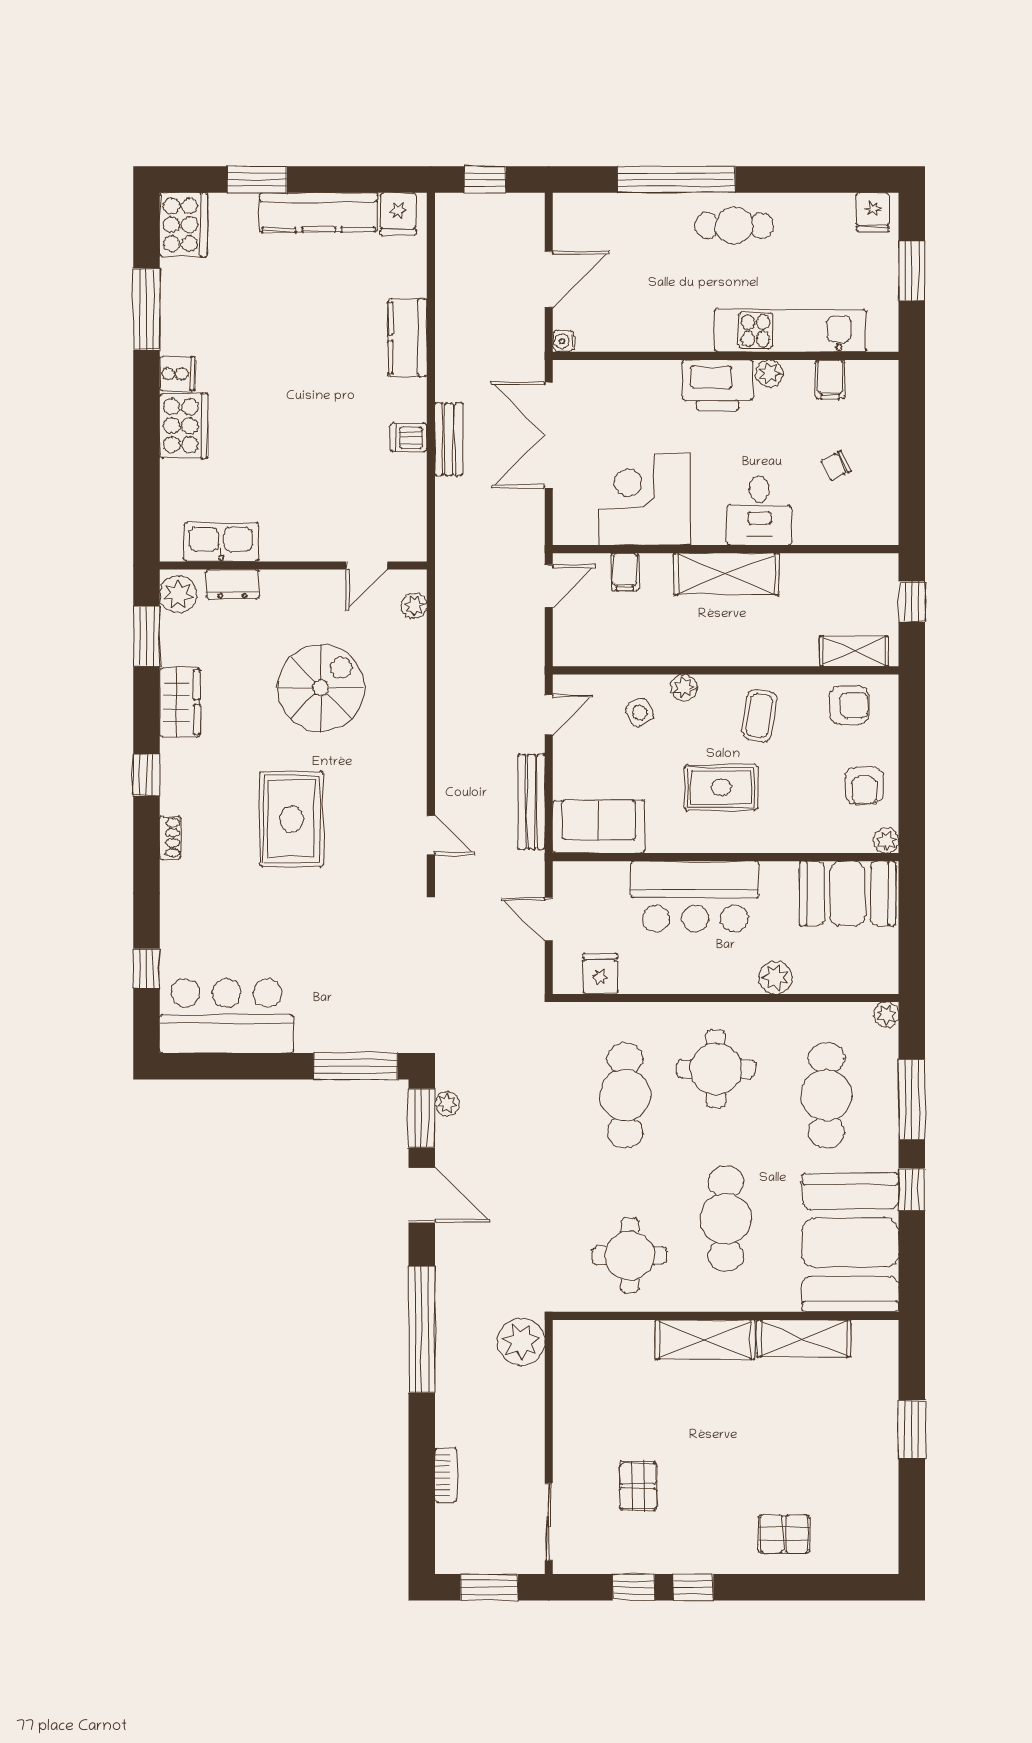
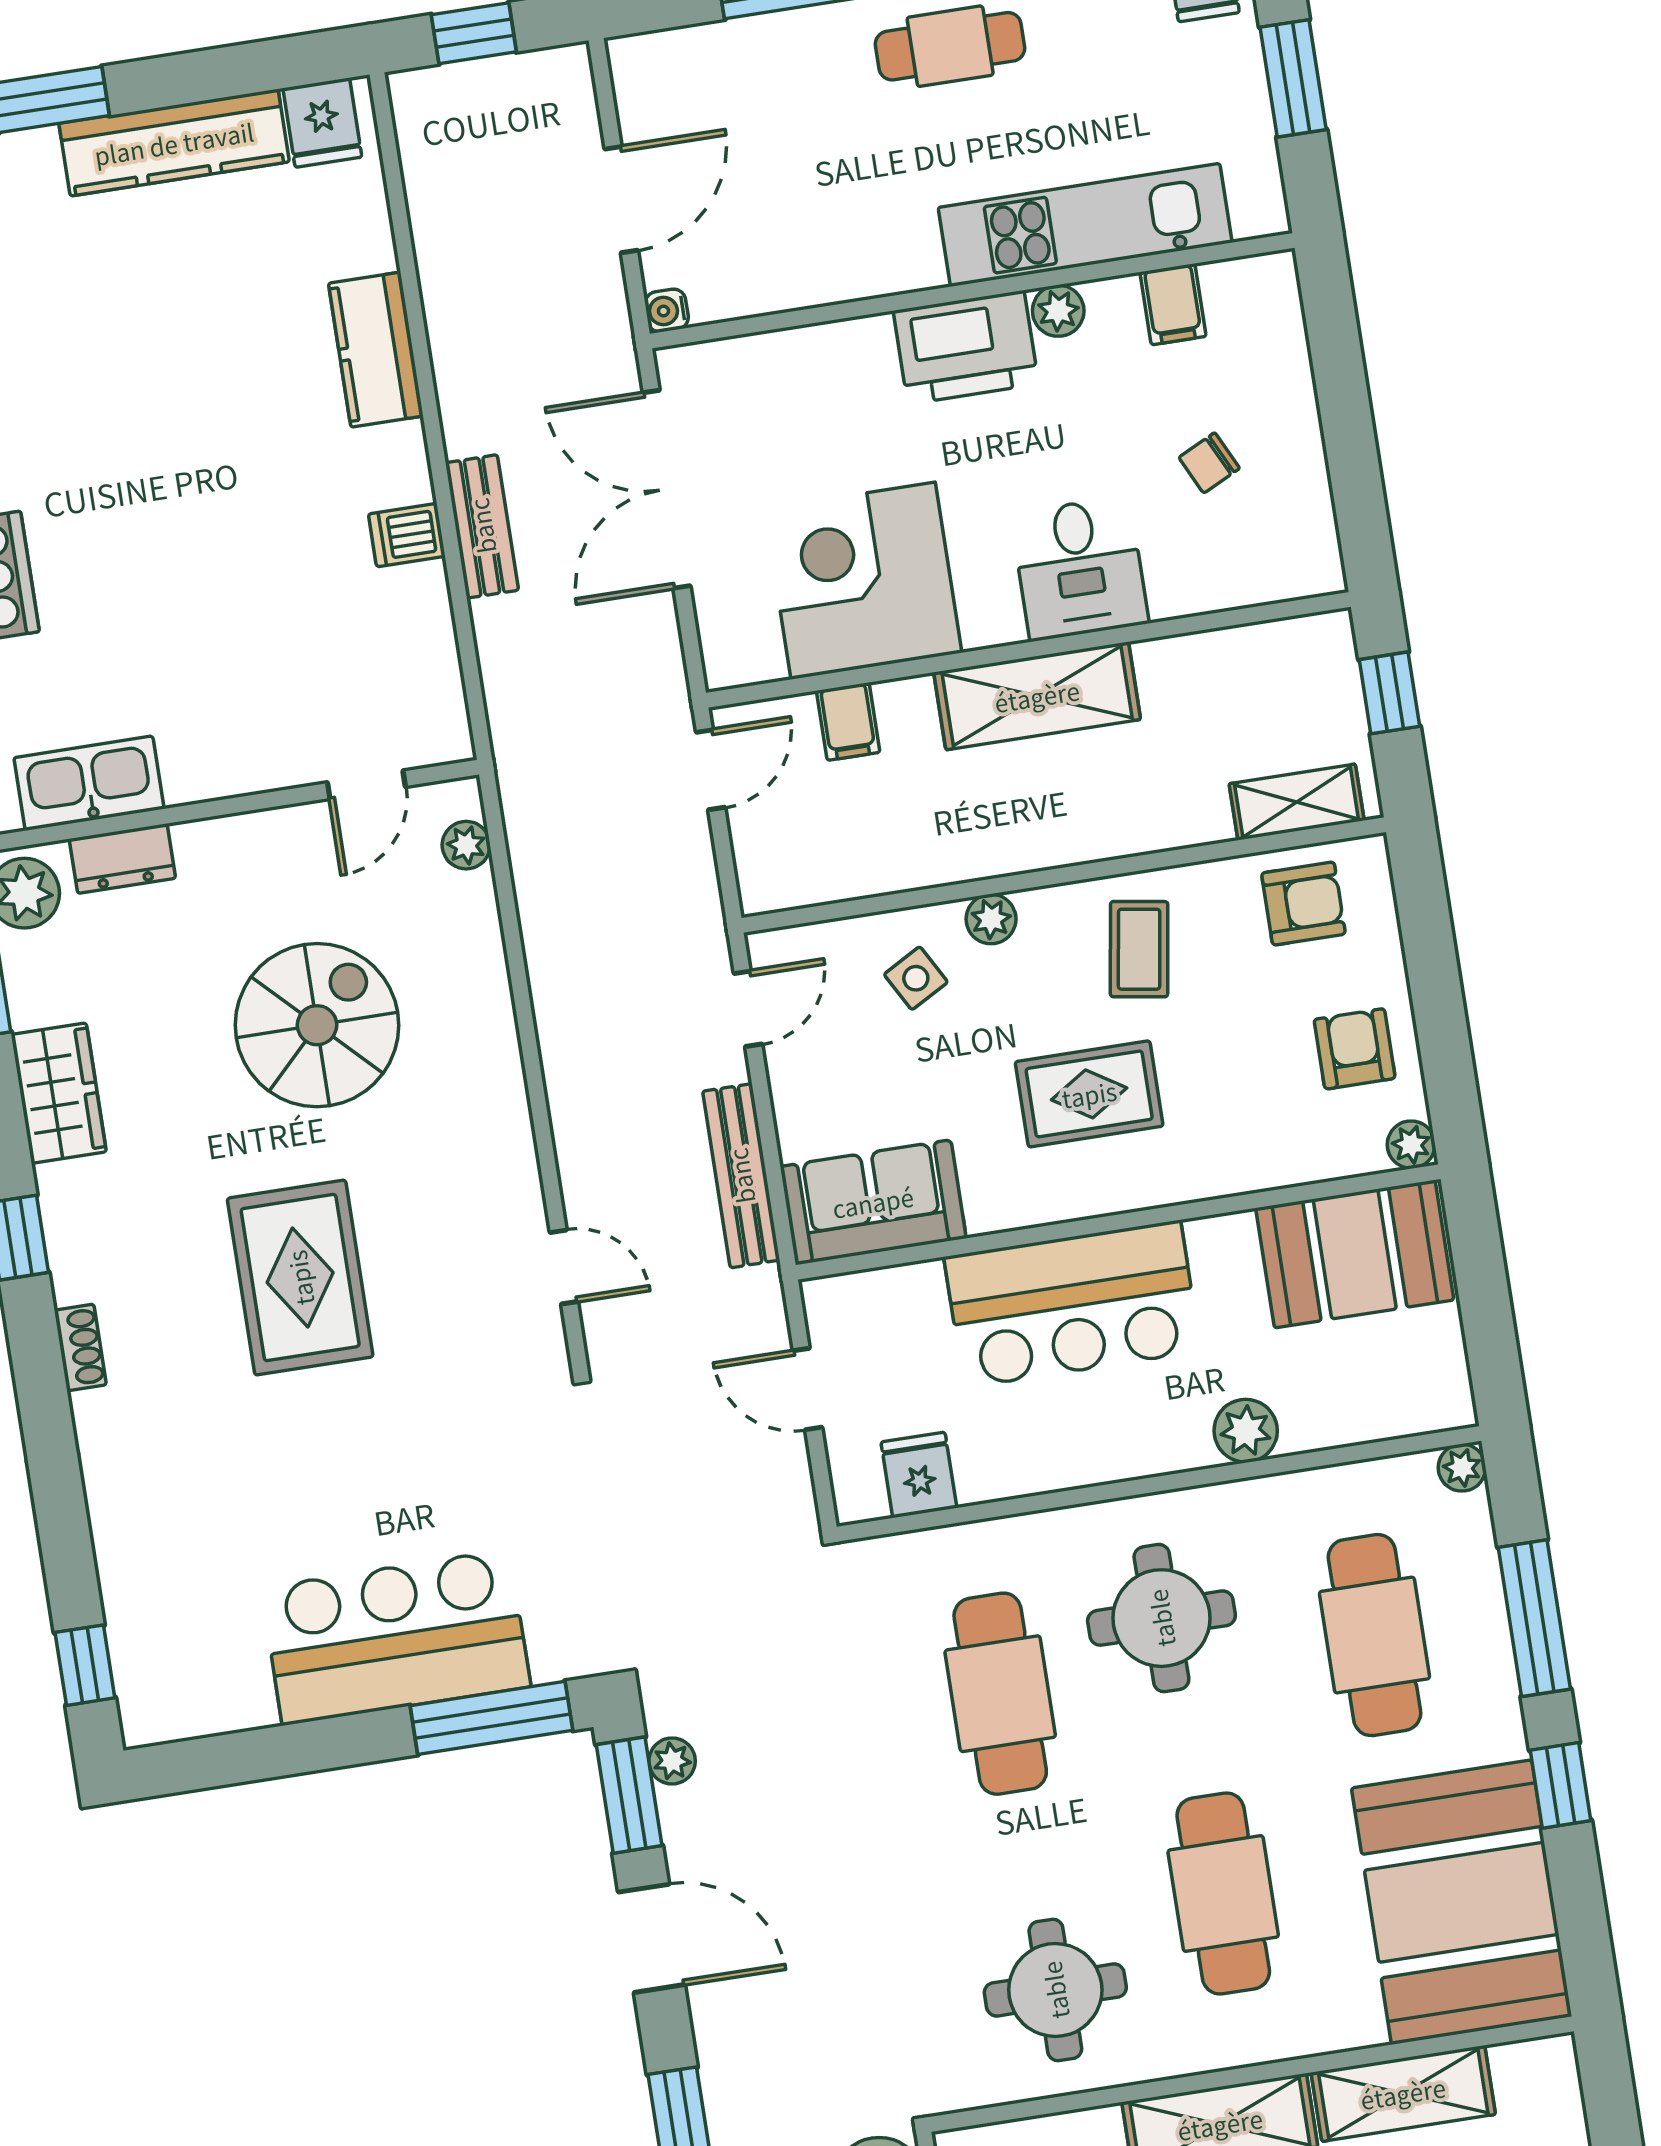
armchair: (864, 786) -> (1355, 1049), turned 180
window: (146, 968) -> (85, 1665), moved
bar counter: (226, 1016) -> (396, 1637), moved

